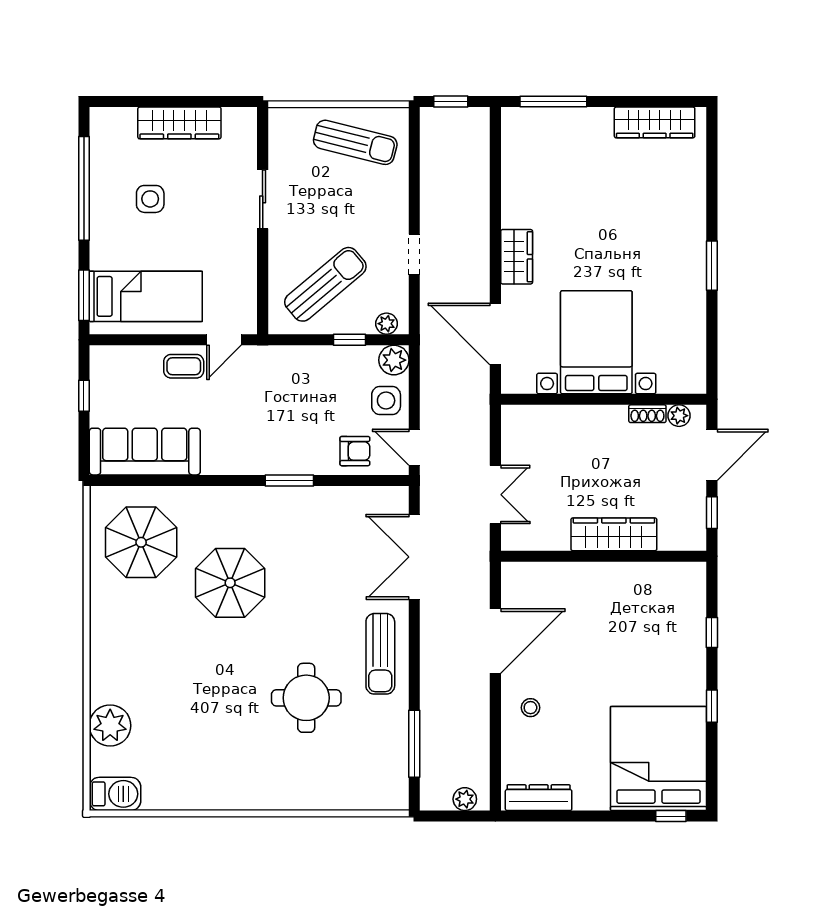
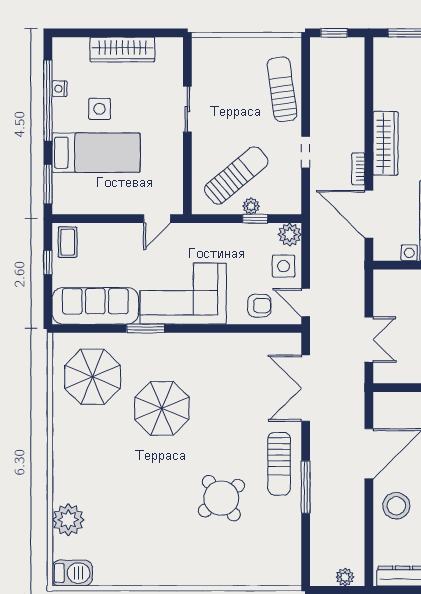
sun lounger: (355, 142) -> (282, 89), moved, turned -112
nightstand: (99, 173) -> (60, 89), added
wardrobe: (517, 257) -> (385, 143), width x1.50
bookcase: (482, 276) -> (358, 169), added
bed: (146, 296) -> (96, 153), moved
plant: (387, 324) -> (251, 206), moved
coffee table: (184, 366) -> (68, 242), moved, turned 90
corner sofa: (257, 436) -> (183, 294), added
window: (289, 480) -> (146, 328), moved
round table: (306, 698) -> (221, 498), turned -37
stool: (530, 708) -> (396, 506), width x1.89, depth x1.89
window: (414, 744) -> (306, 487), moved

